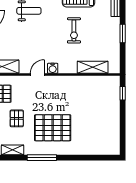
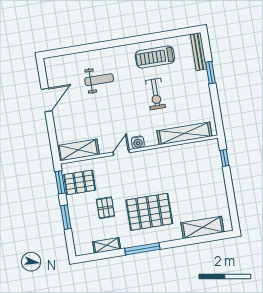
window: (123, 34) -> (210, 72), moved
shelving: (93, 67) -> (184, 133), width x1.47
shelving: (95, 148) -> (202, 227), added

